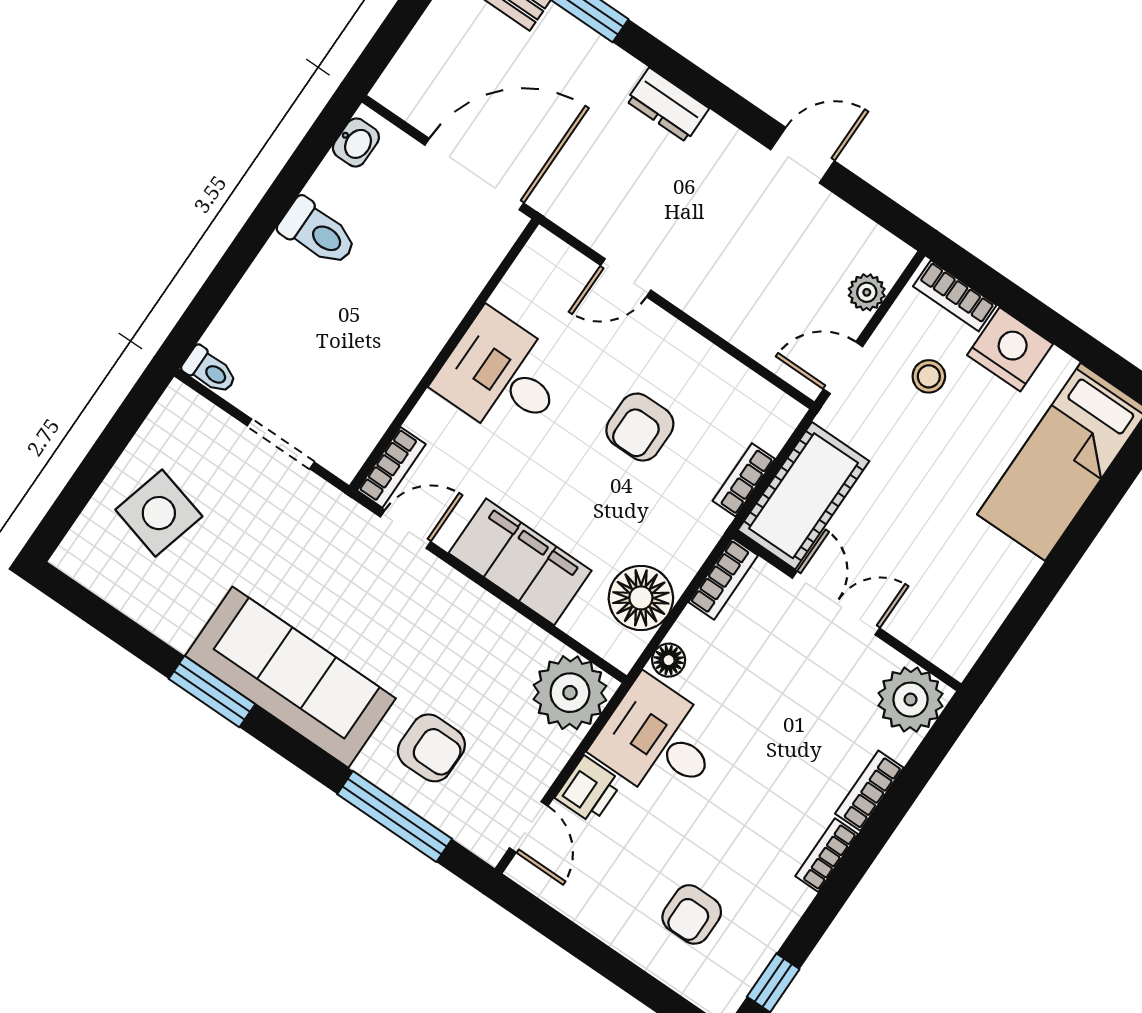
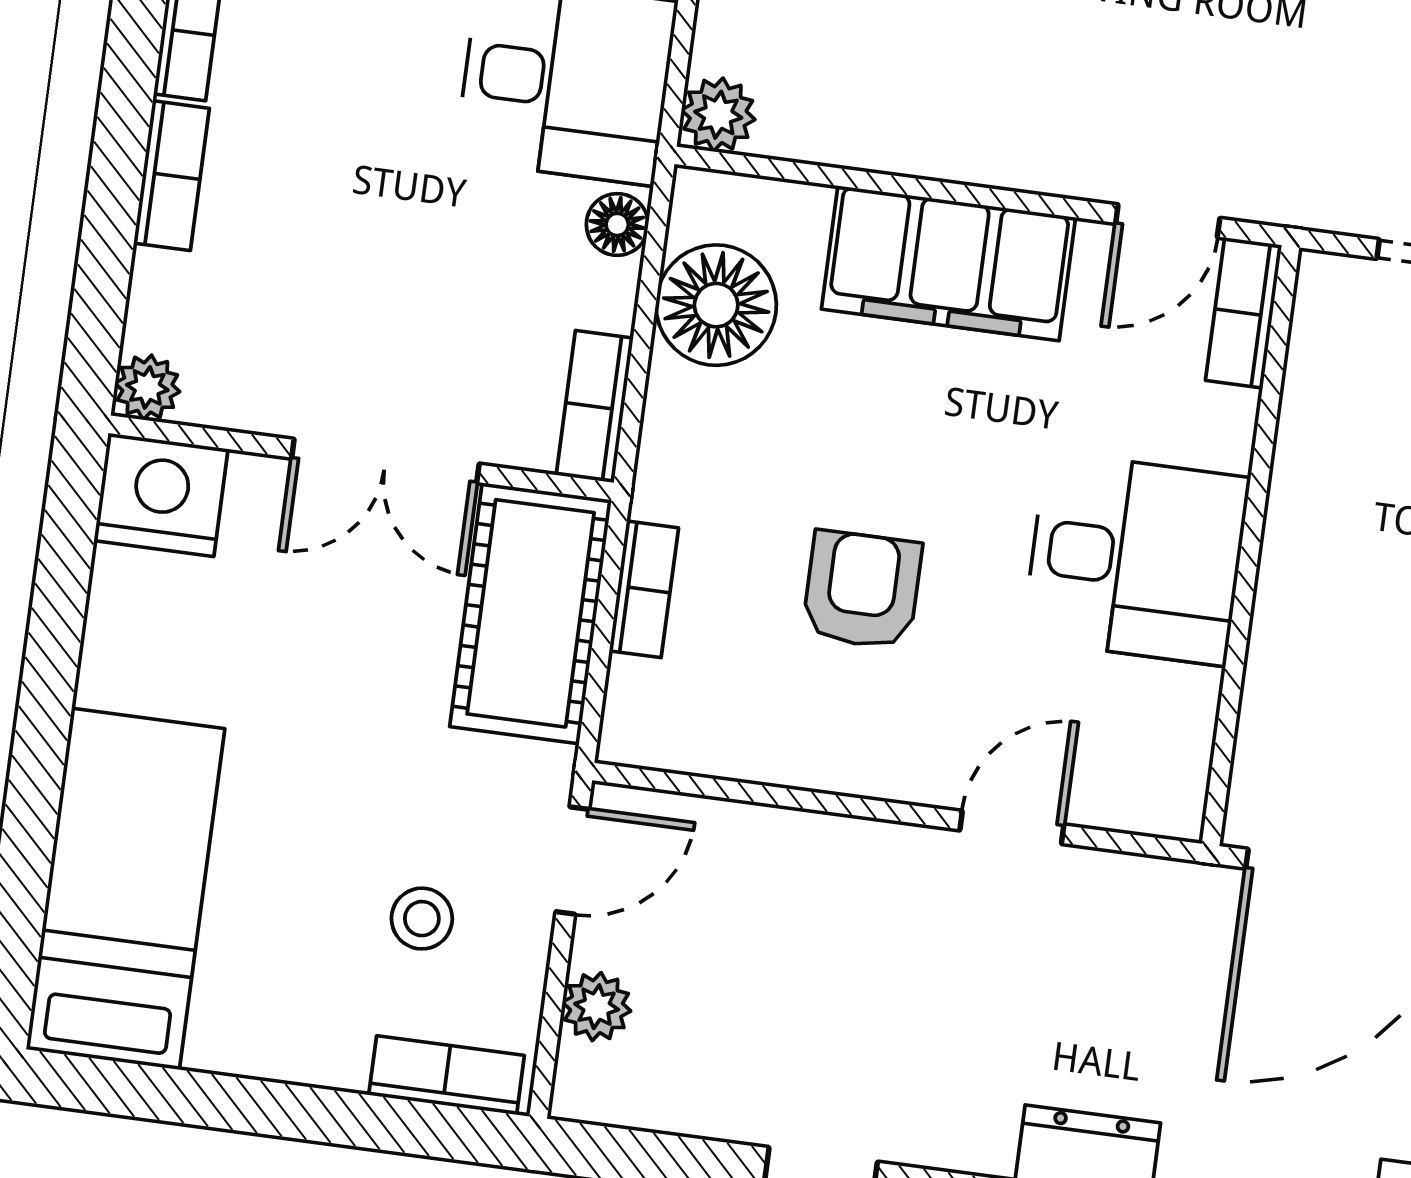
nightstand: (1010, 349) -> (161, 495), moved, turned 180
plant: (570, 693) -> (718, 115), width x0.53, depth x0.53
plant: (911, 700) -> (147, 387), width x0.53, depth x0.53

